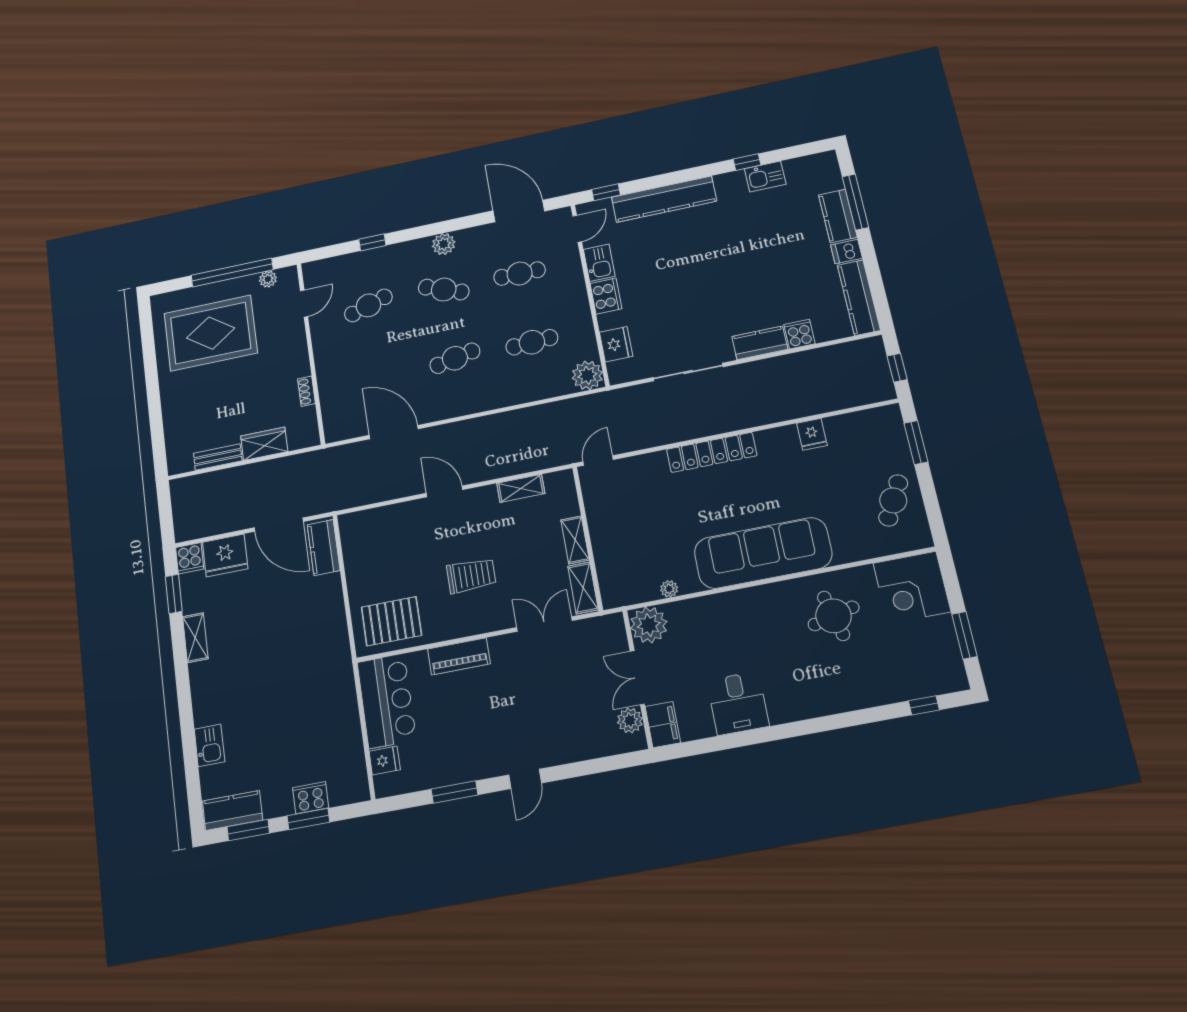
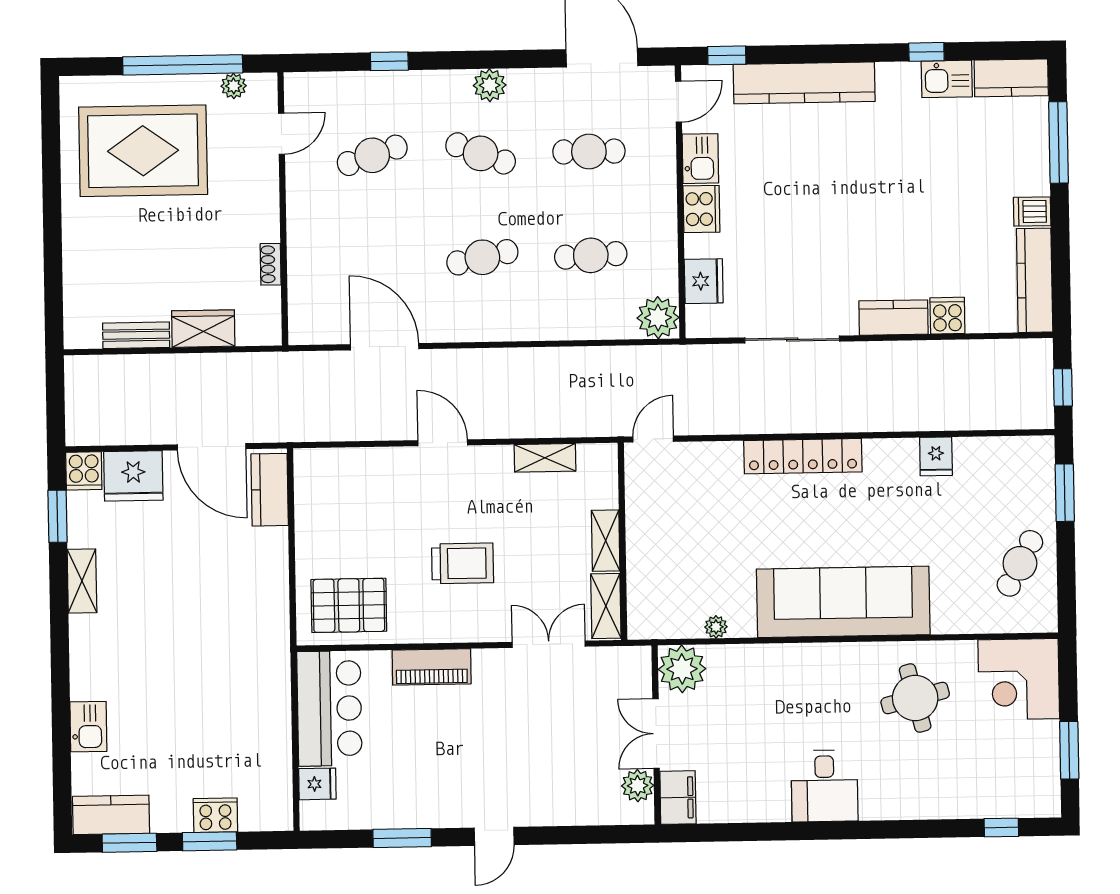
kitchen counter: (838, 216) -> (1011, 78), moved, turned -90
desk: (738, 703) -> (825, 786), moved

